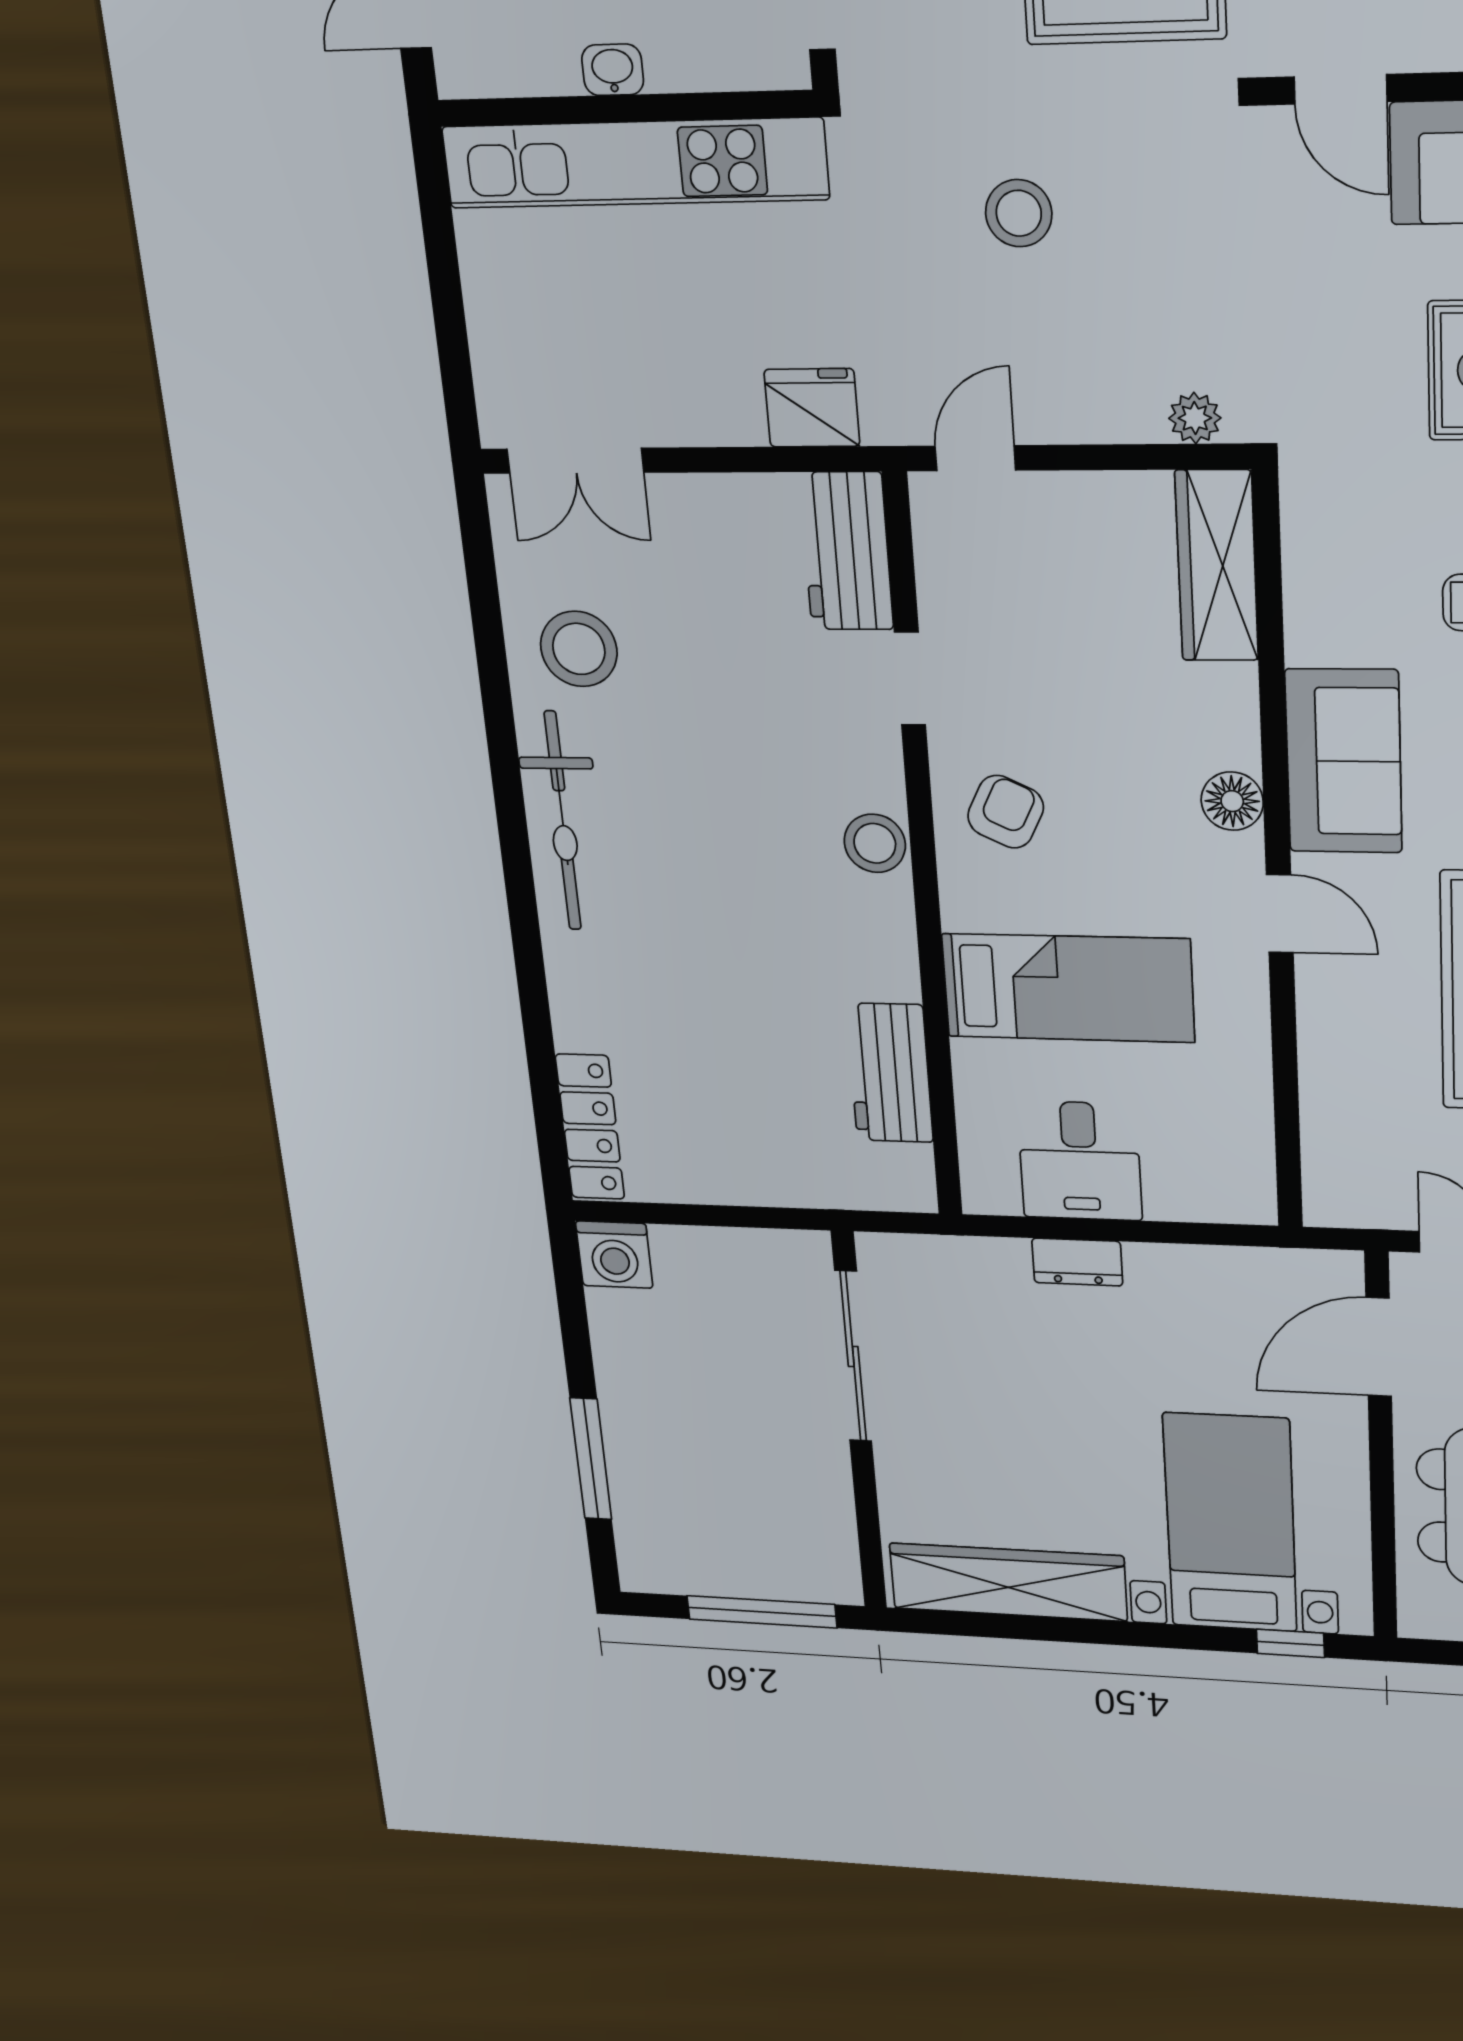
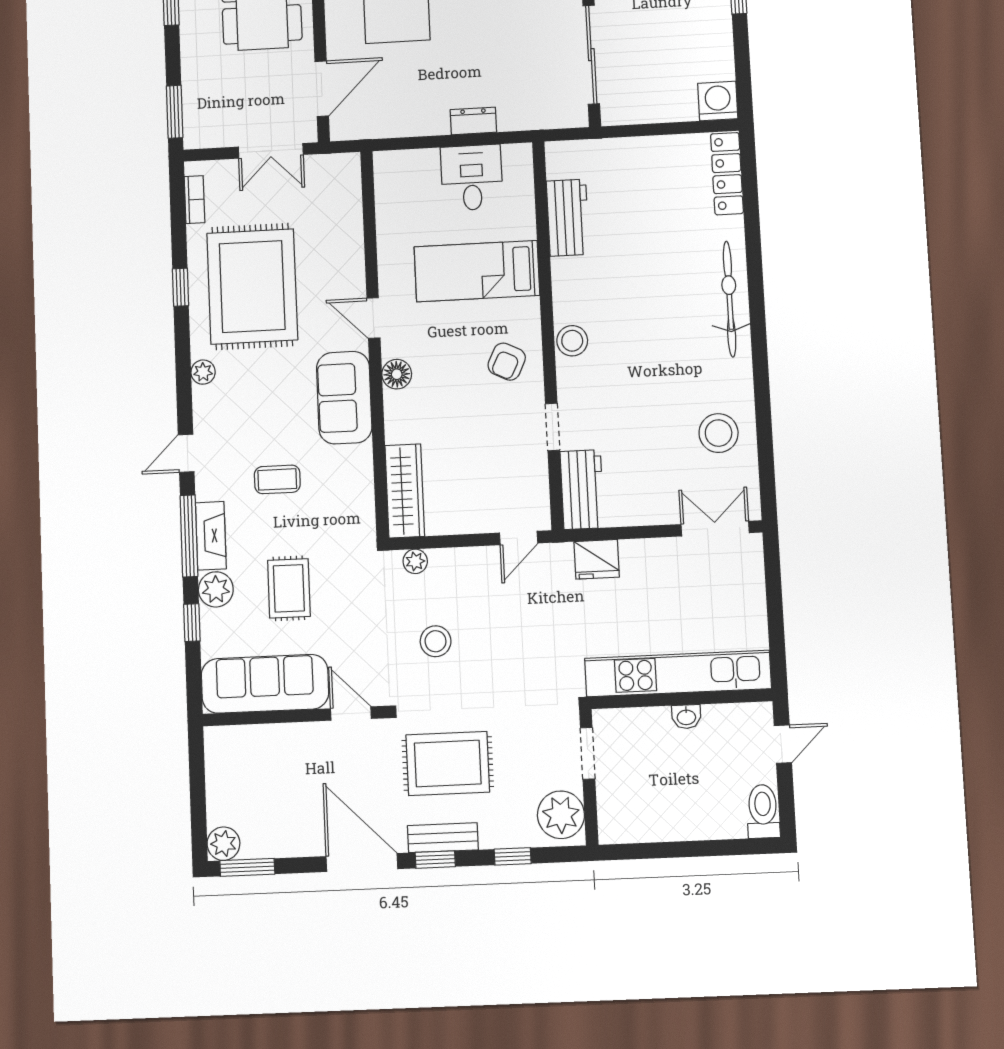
stool: (1019, 213) -> (436, 641), moved
bicycle: (563, 821) -> (730, 299), moved

